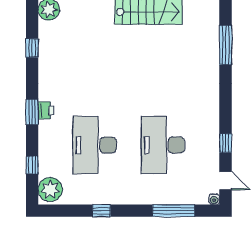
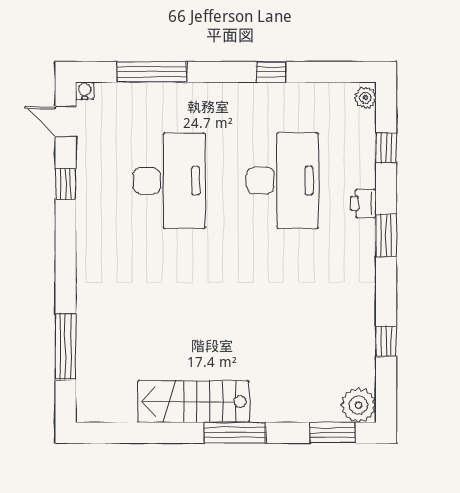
printer: (46, 110) -> (363, 203), moved
plant: (50, 189) -> (365, 98), width x0.53, depth x0.53

